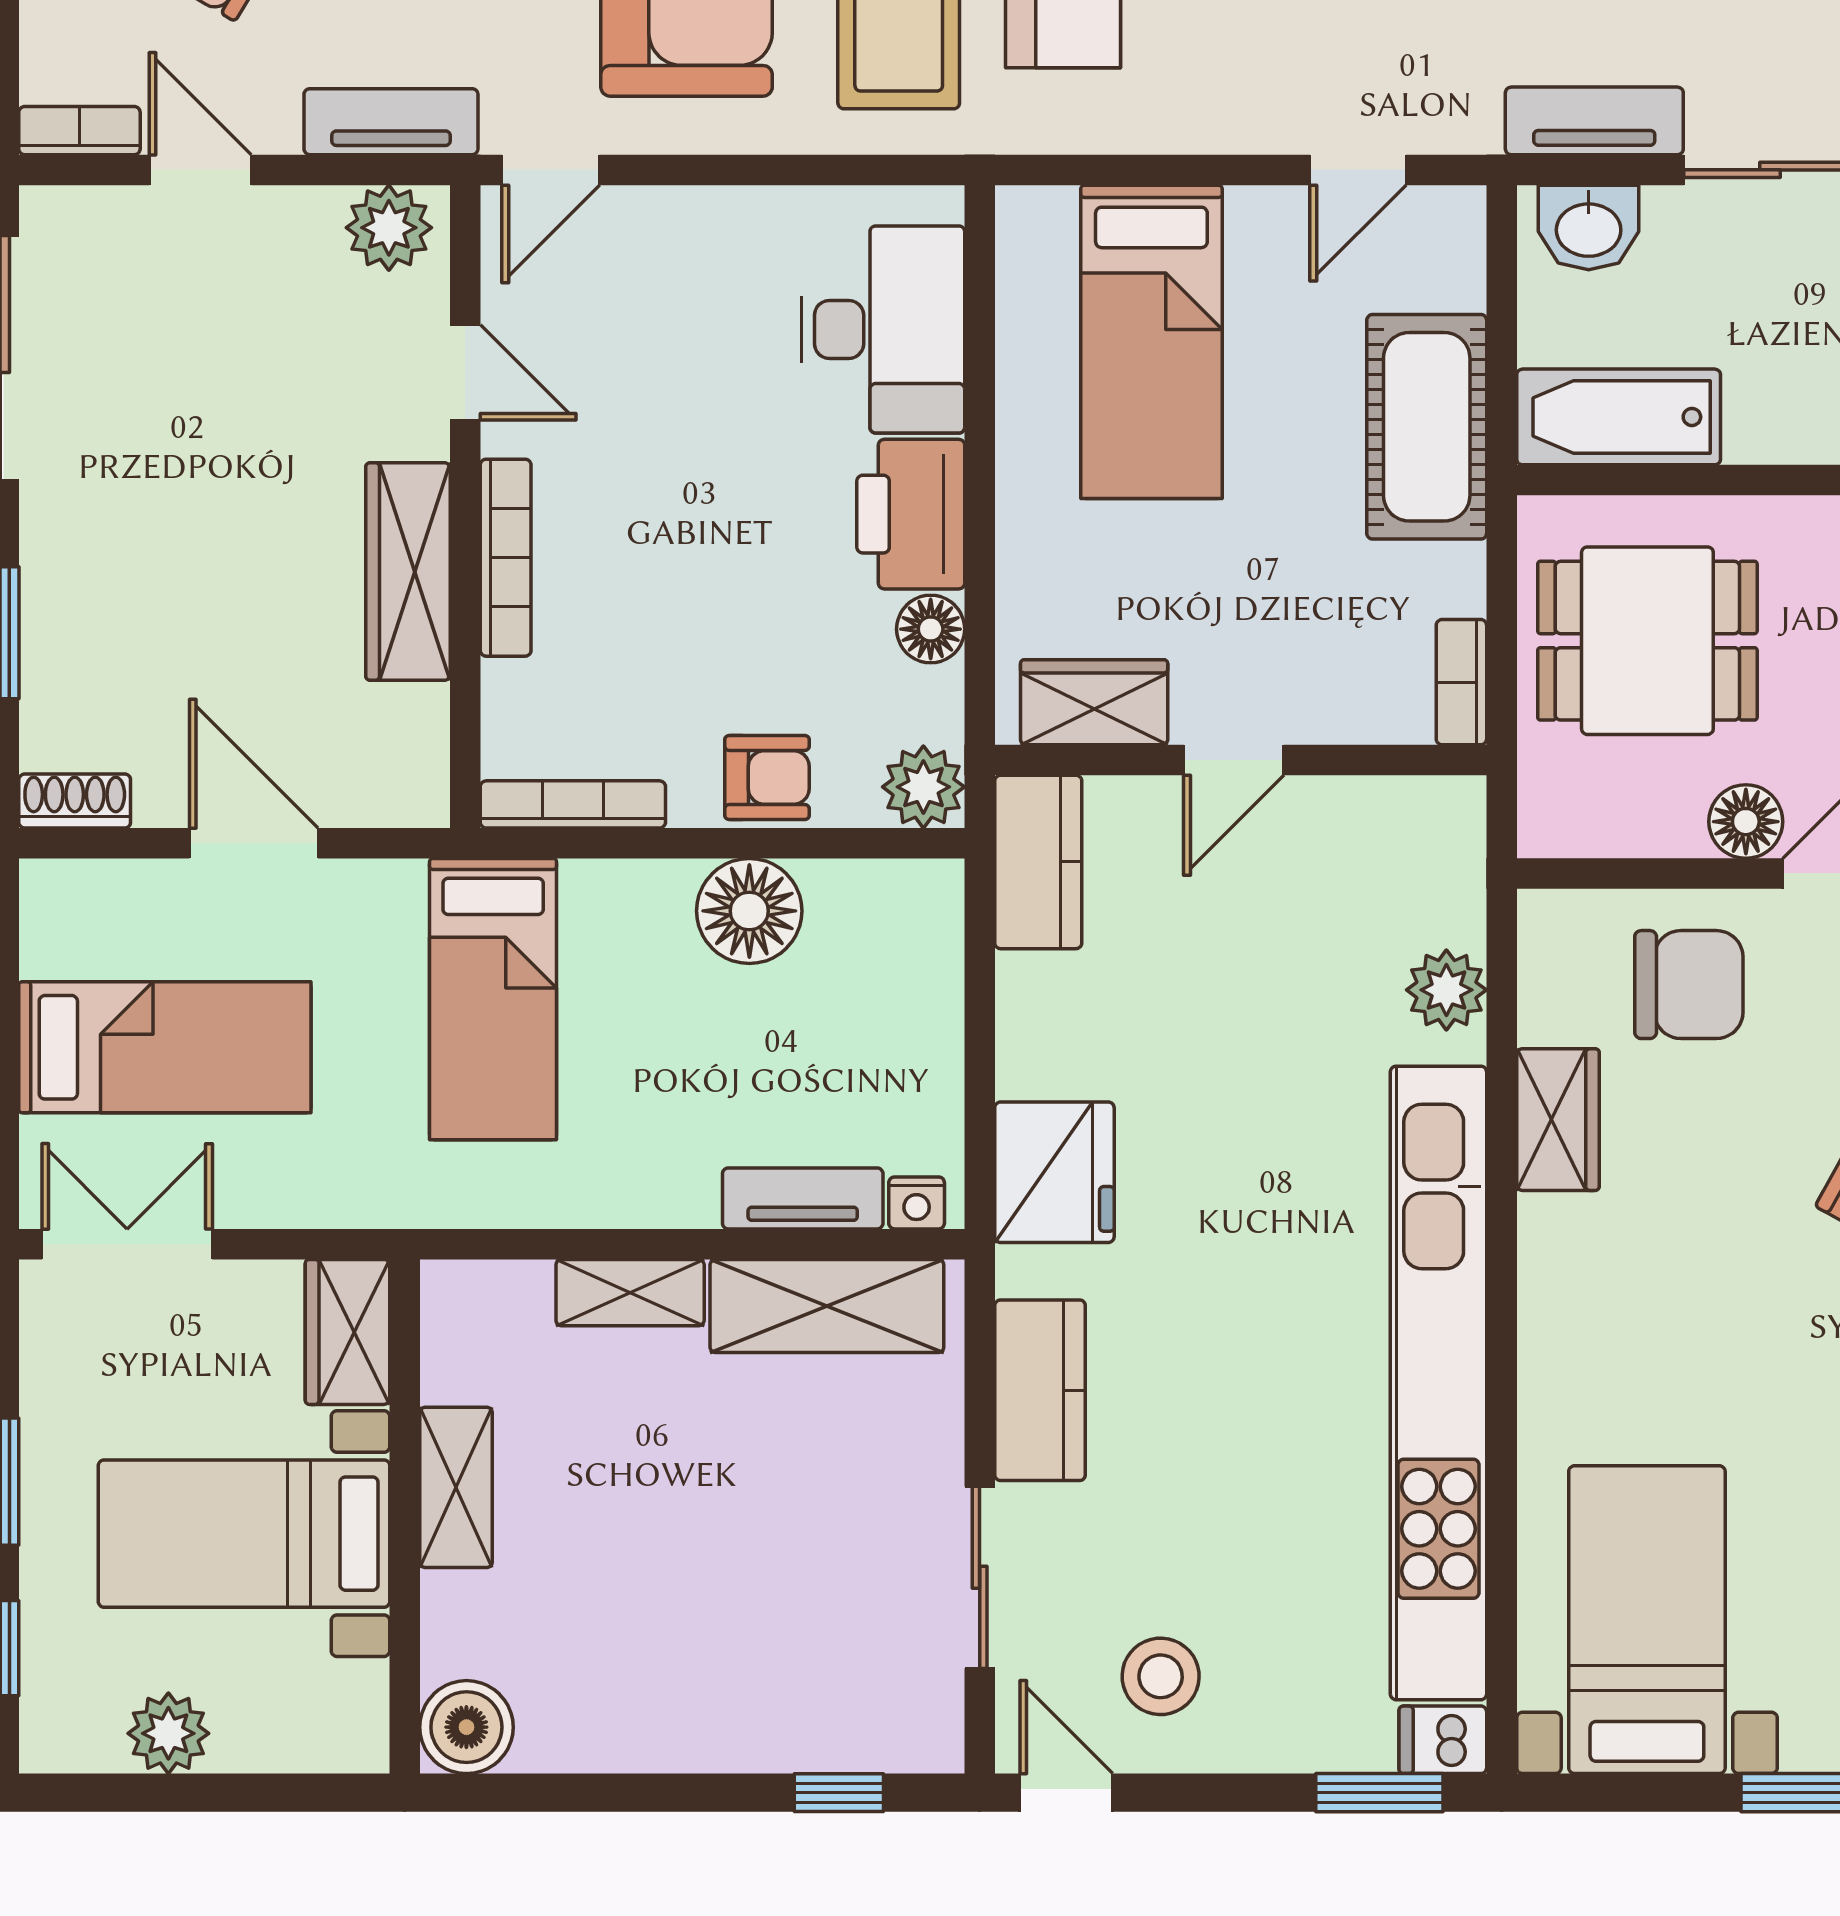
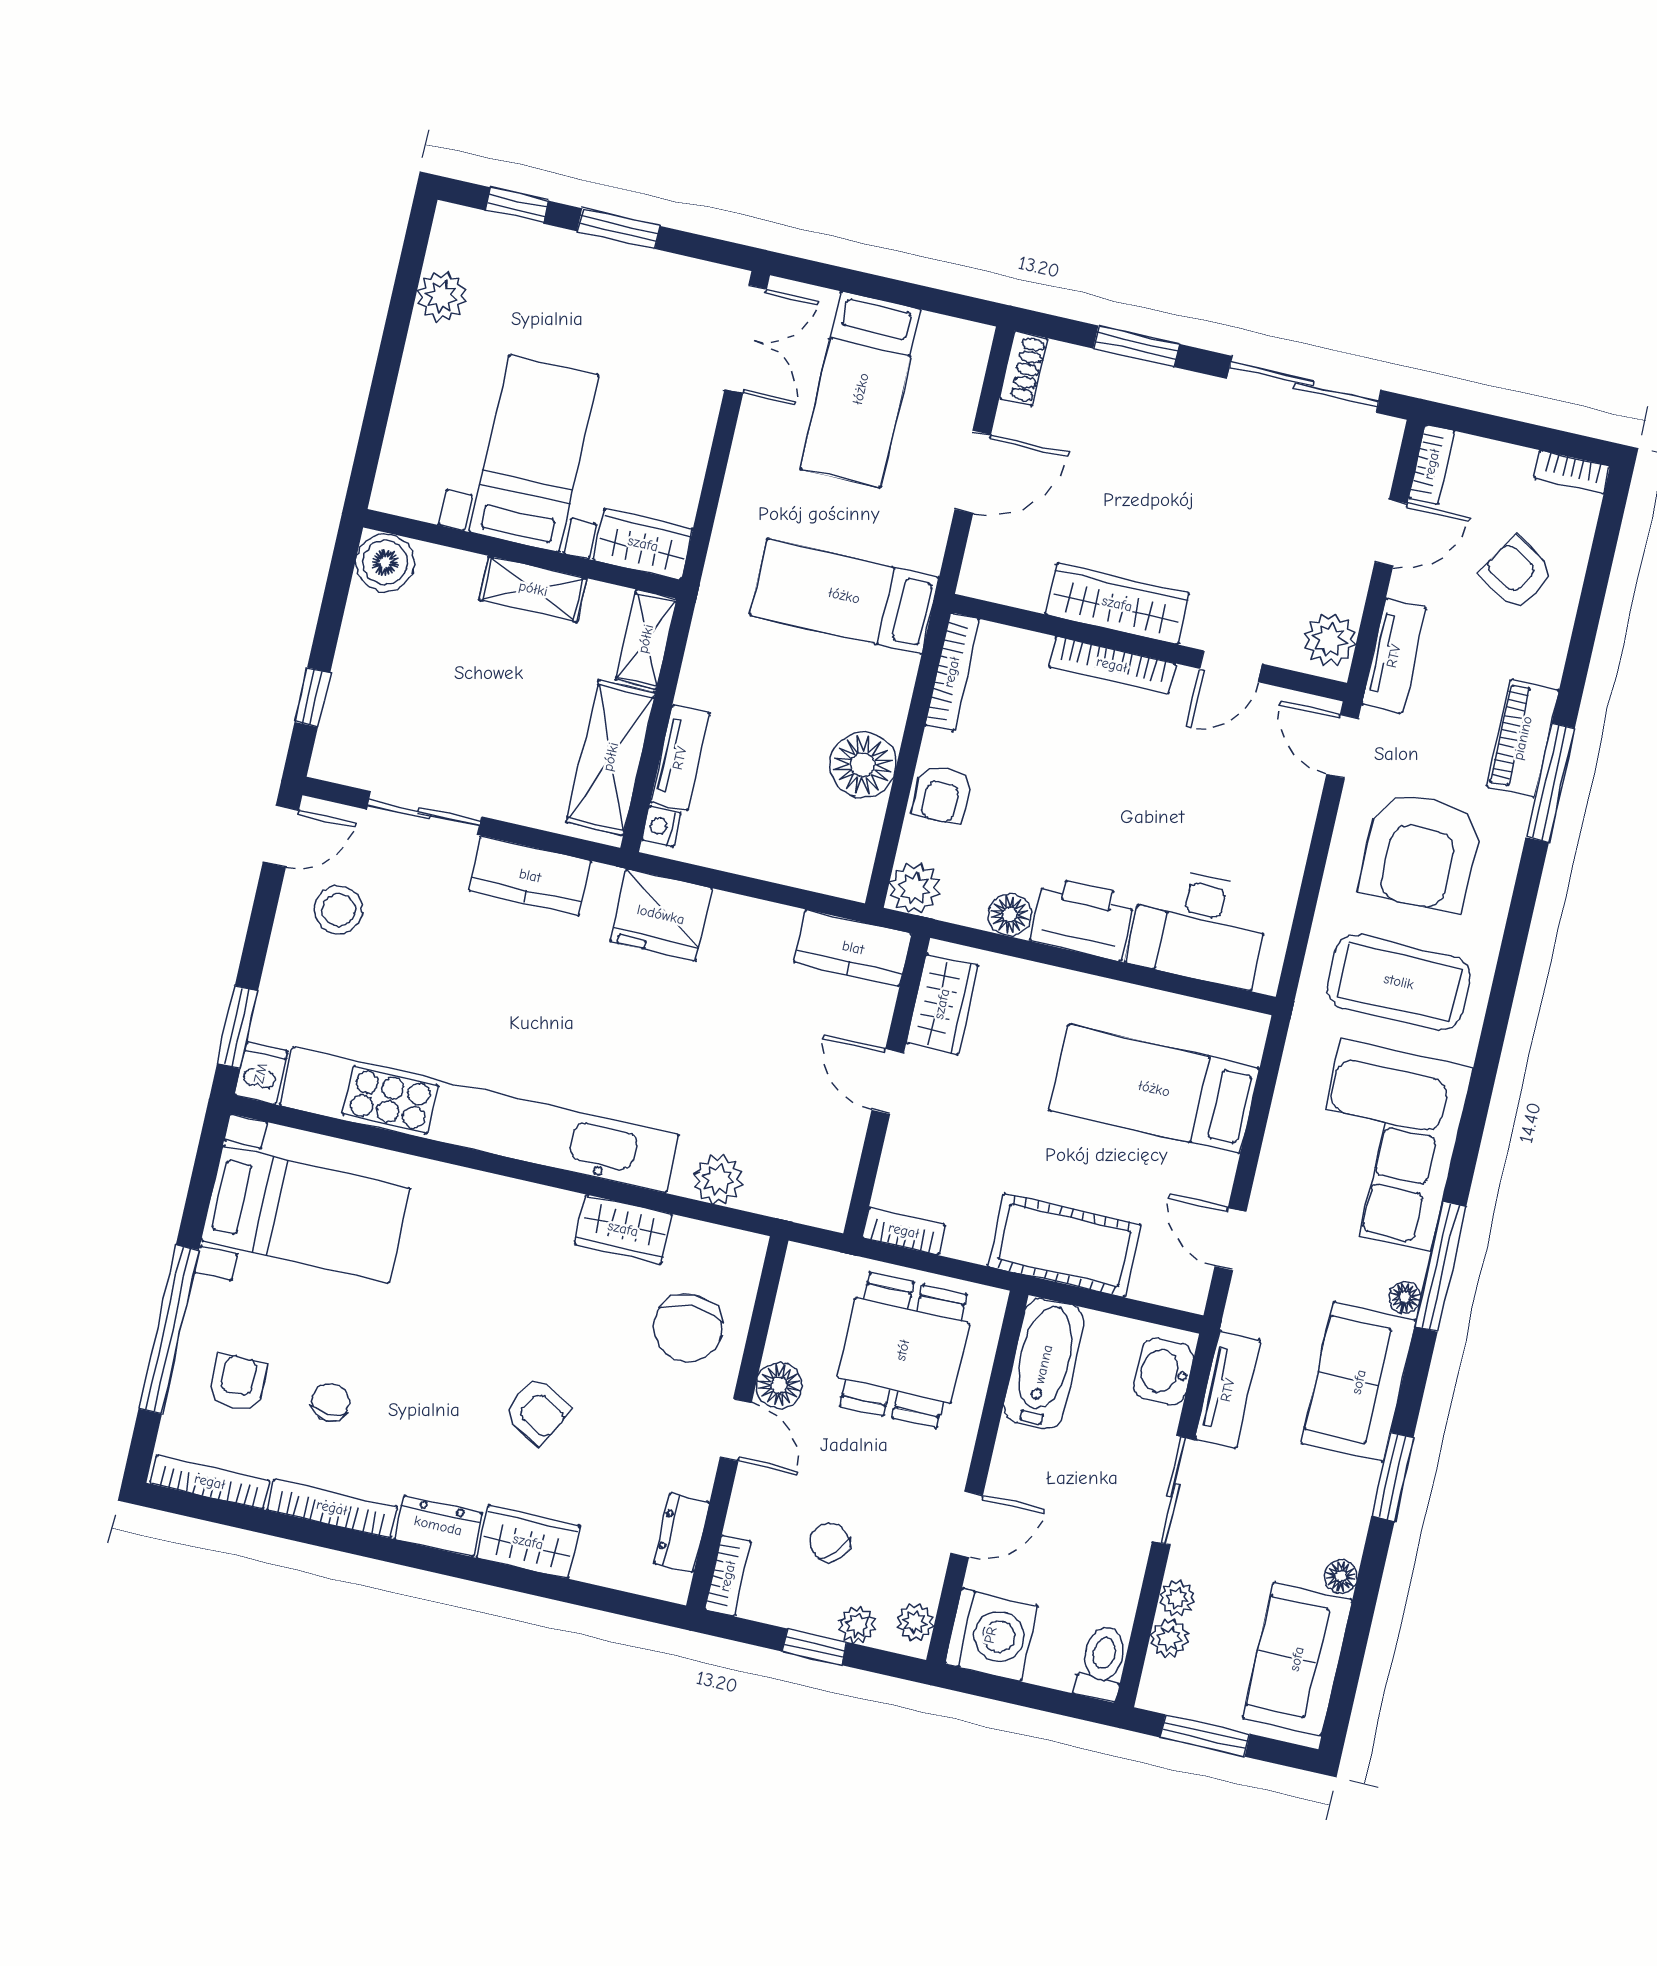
wardrobe: (347, 1332) -> (643, 544), moved
shelving: (456, 1487) -> (533, 589), moved
wall: (405, 1517) -> (522, 554), moved
bed with nightstands: (244, 1534) -> (534, 453), moved
boiler: (466, 1727) -> (385, 562), moved

